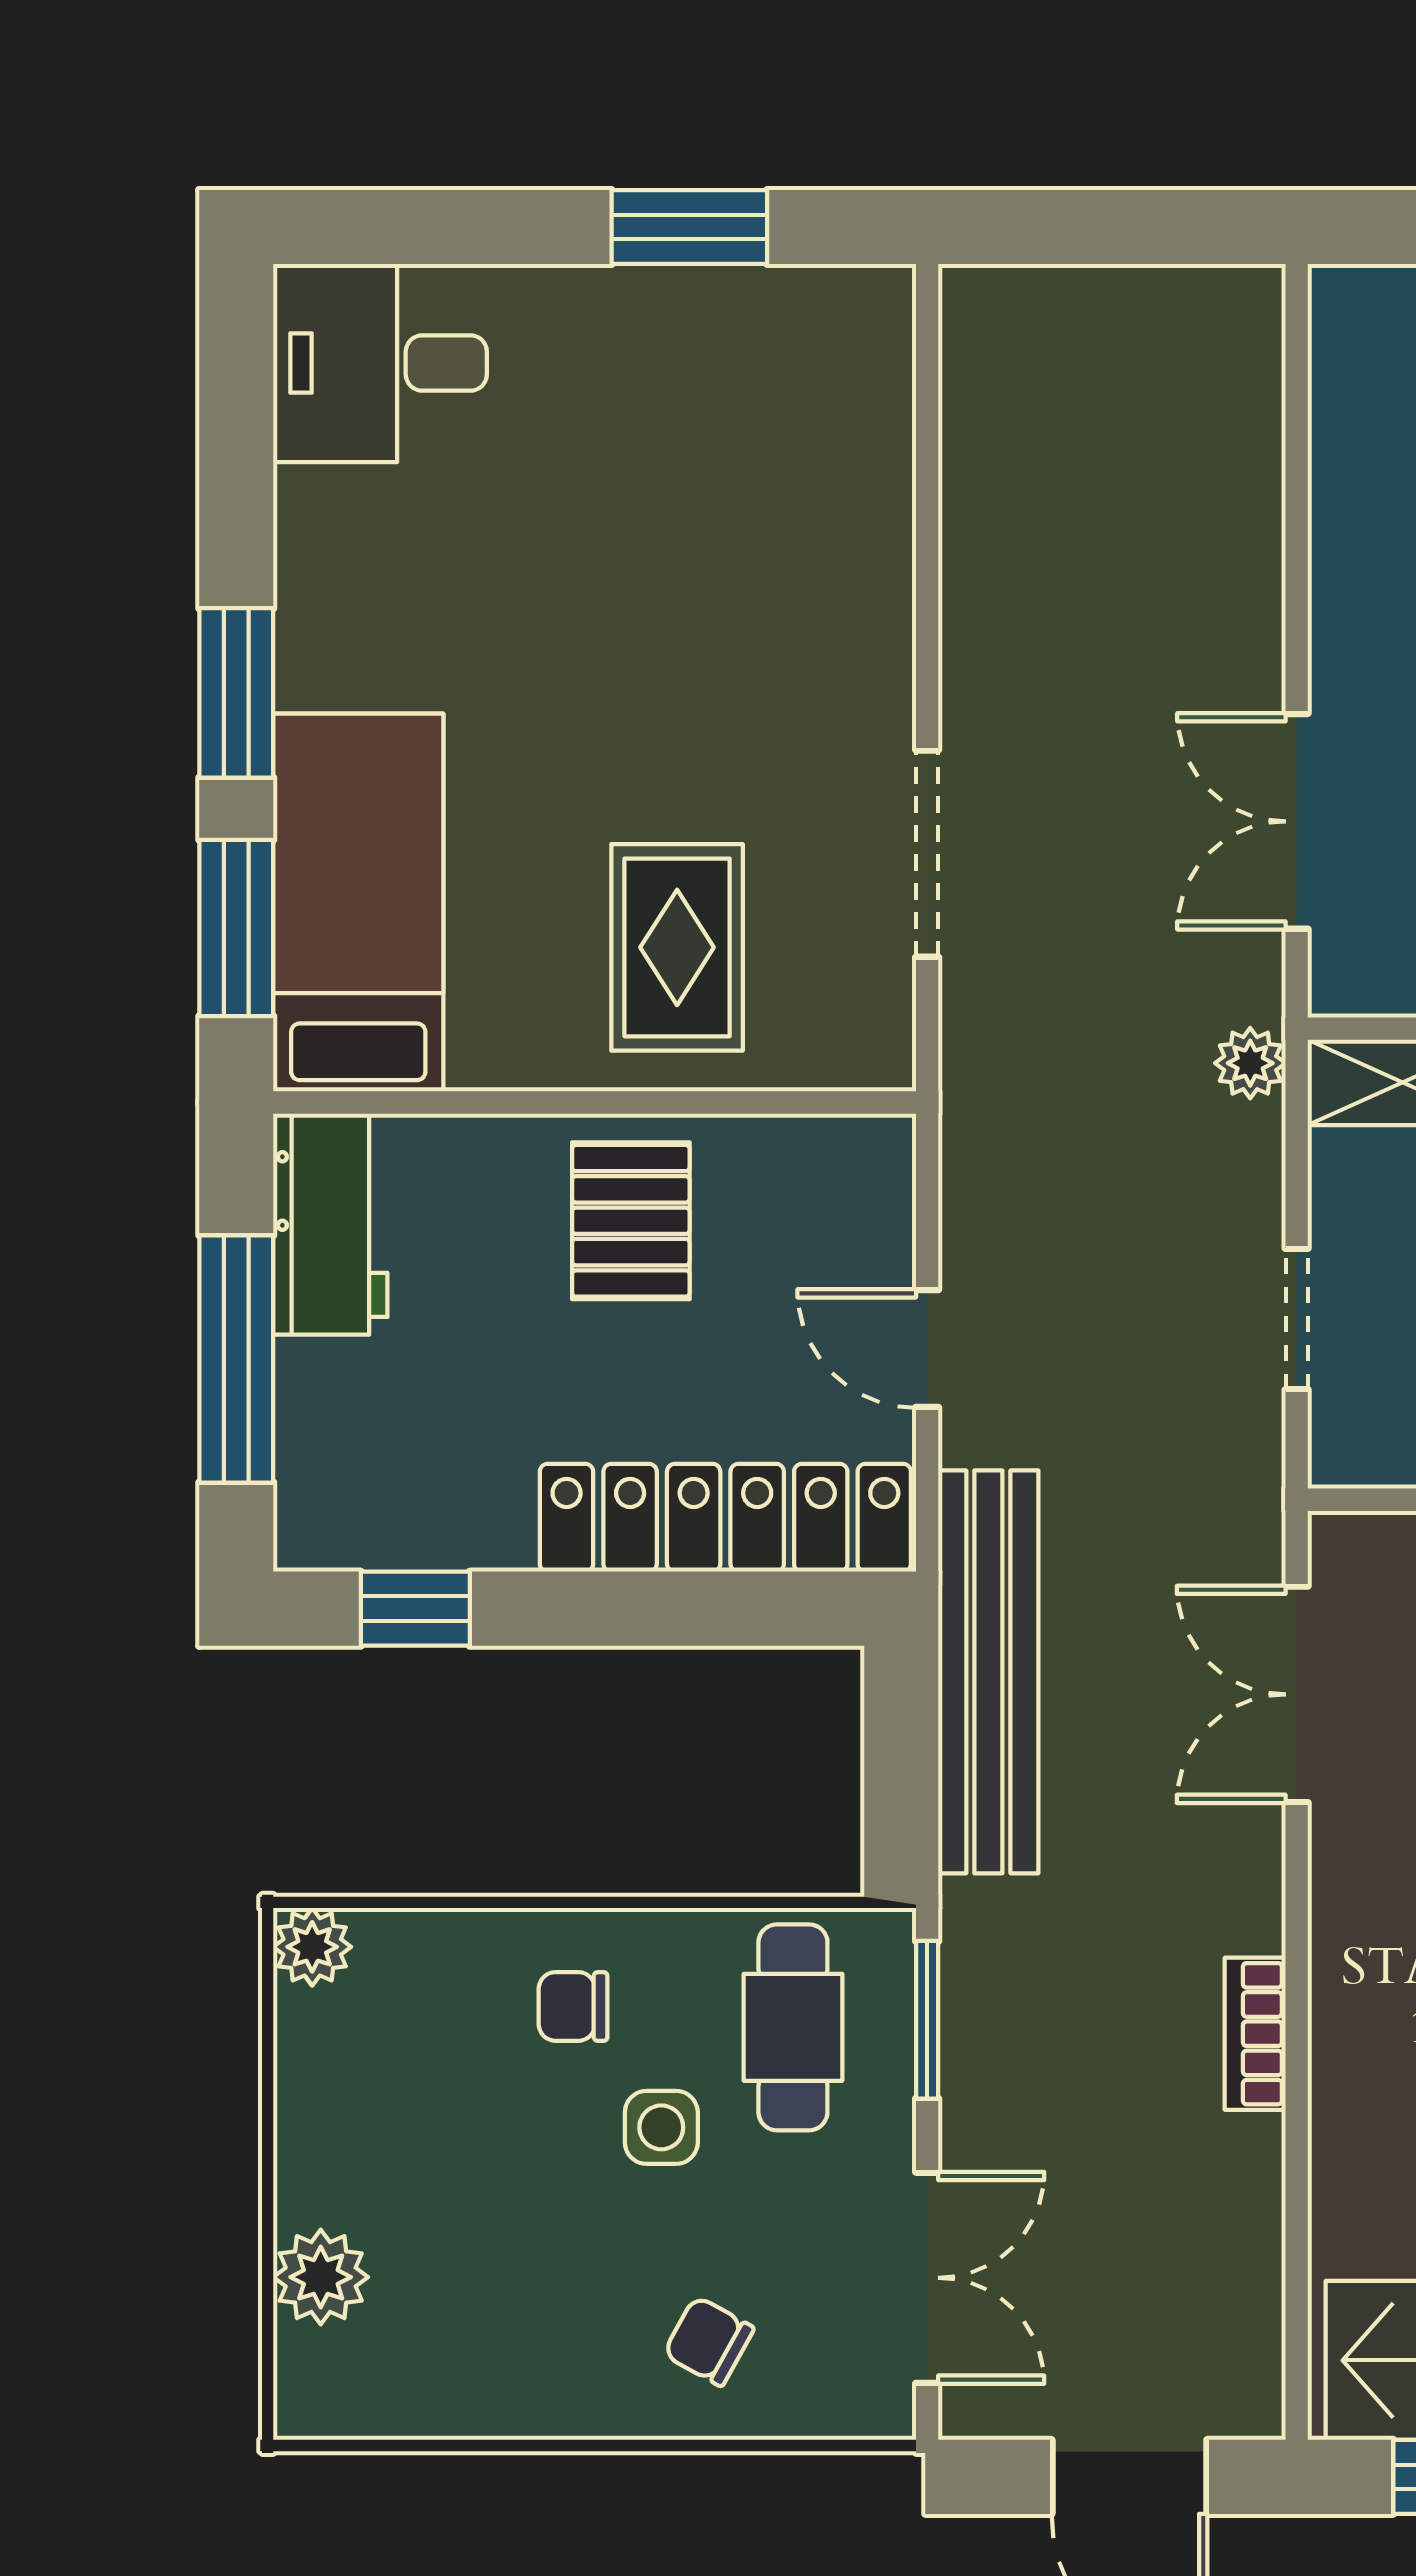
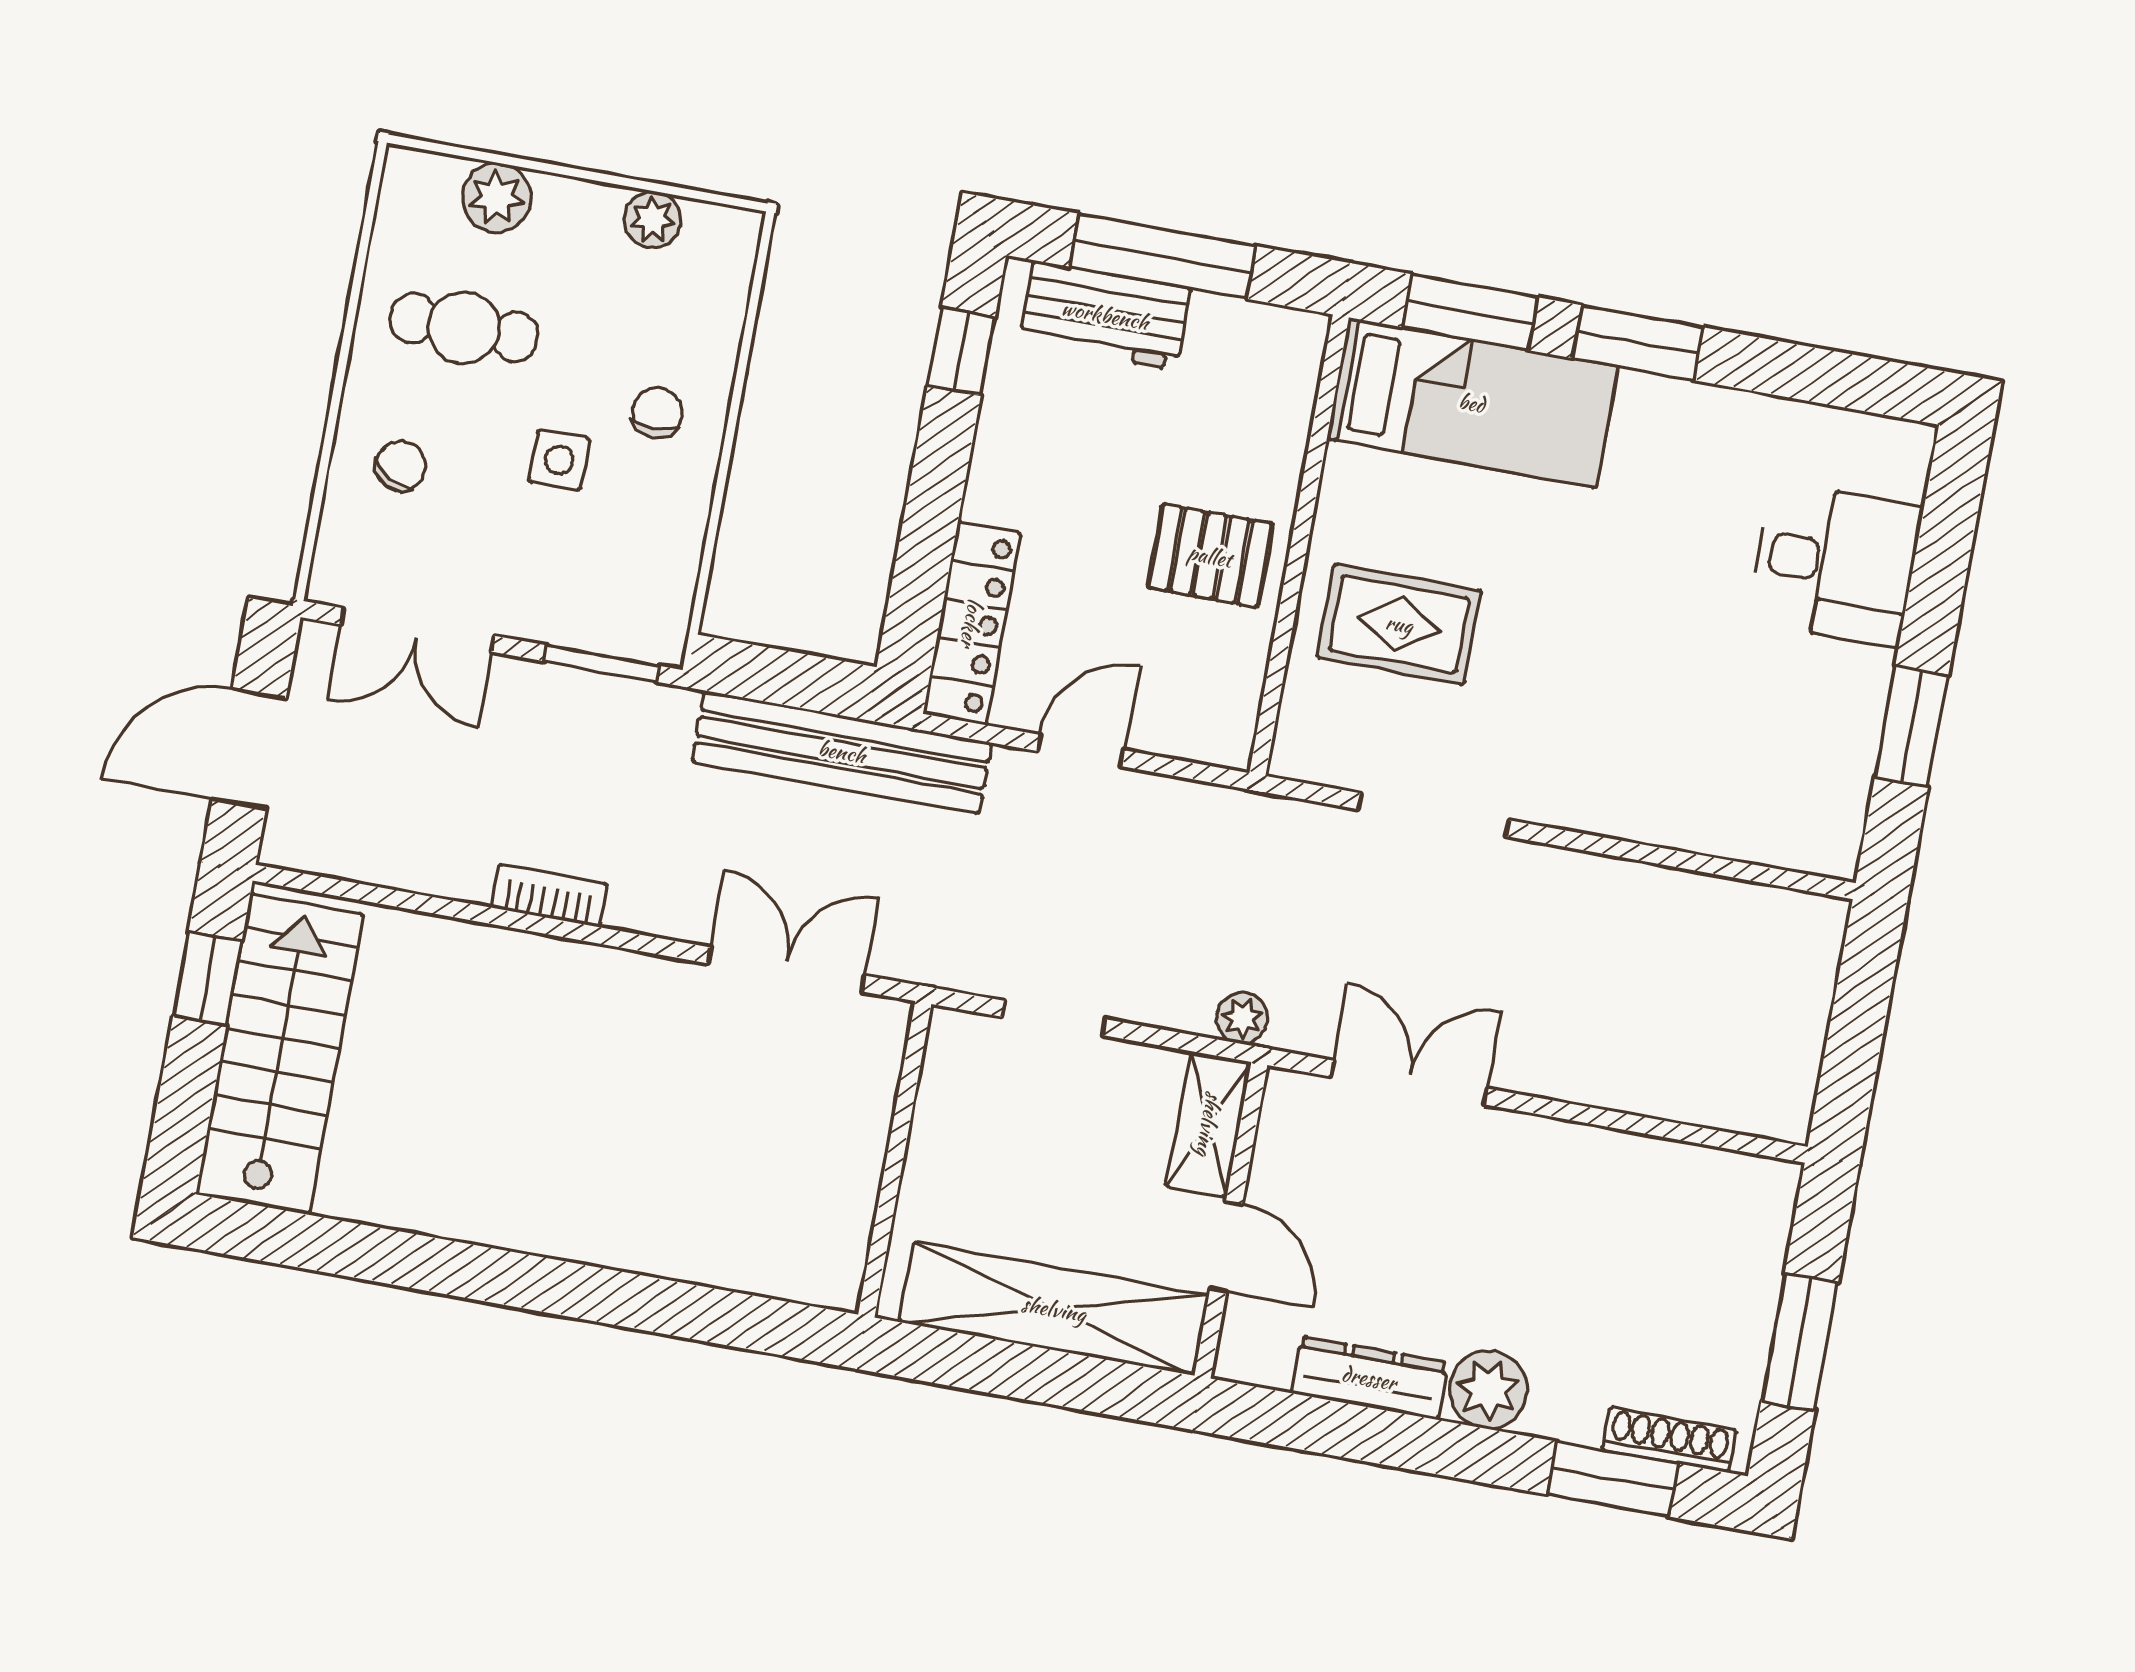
desk: (380, 363) -> (1835, 564), moved, turned 90
workbench: (330, 1224) -> (1105, 315), moved
locker: (725, 1518) -> (972, 623), width x0.71, depth x0.83
plant: (312, 1947) -> (653, 220), moved
cafe table: (793, 2027) -> (464, 328), moved

